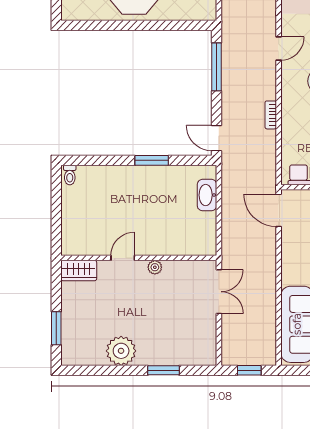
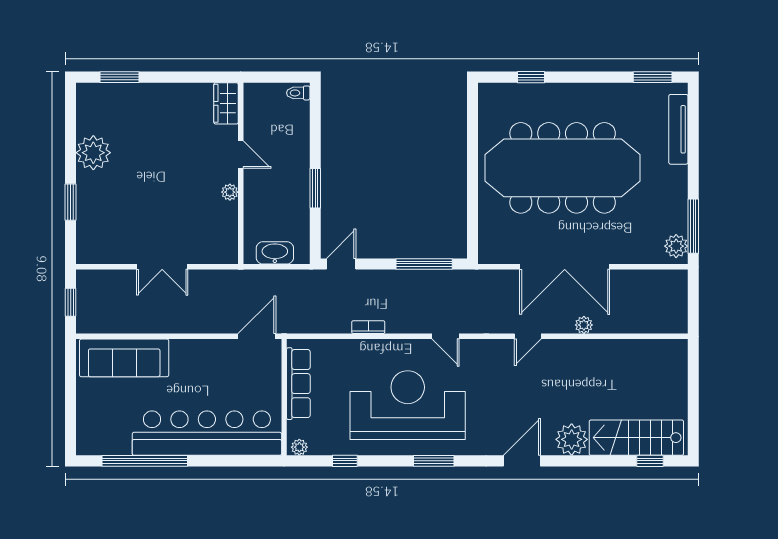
door: (123, 258) -> (241, 155), moved
wall: (139, 258) -> (241, 173), moved
plant: (155, 267) -> (230, 192), moved
wardrobe: (79, 270) -> (226, 103), moved

